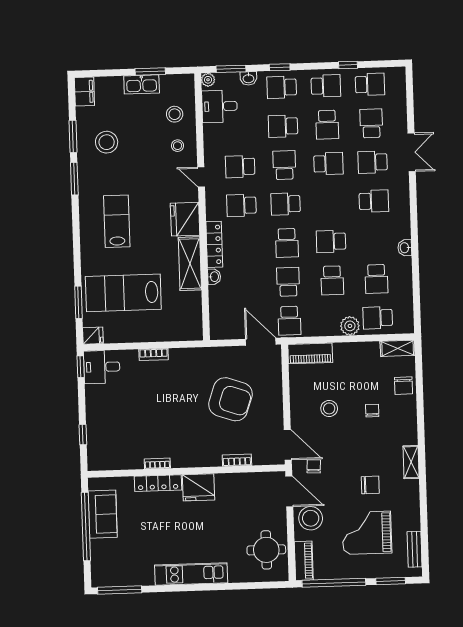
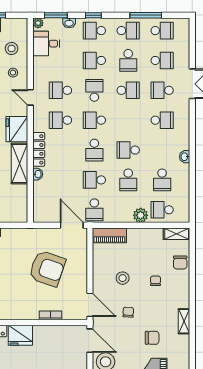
window: (348, 65) -> (146, 15), width x2.17
school desk: (371, 123) -> (162, 60), turned 90
school desk: (288, 282) -> (94, 180), turned -90
chair: (314, 466) -> (128, 312), moved

